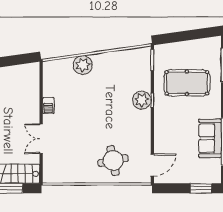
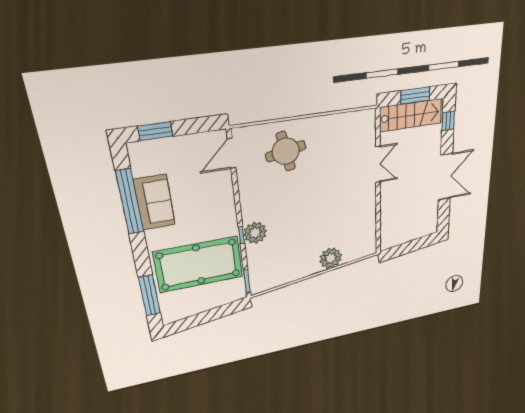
pool table: (187, 83) -> (199, 264), width x1.36, depth x1.32
barbecue: (48, 106) -> (370, 205), removed

